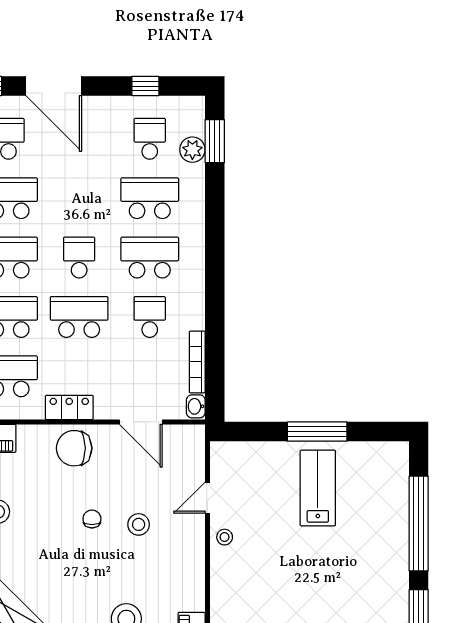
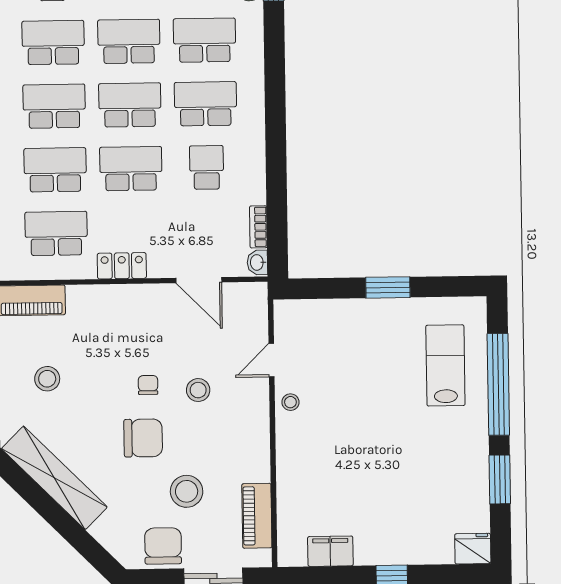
school desk: (79, 198) -> (129, 41), added
school desk: (79, 258) -> (130, 105), width x1.85
bookcase: (197, 362) -> (258, 227), width x0.64
window: (317, 432) -> (388, 287), width x0.69
chair: (74, 448) -> (143, 438), moved, turned 180
lab bench: (318, 488) -> (445, 365), moved

